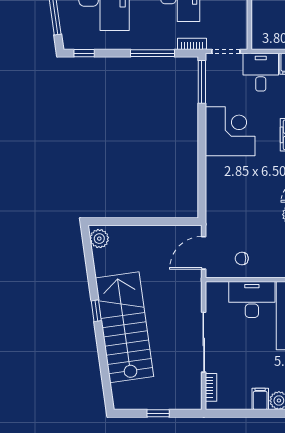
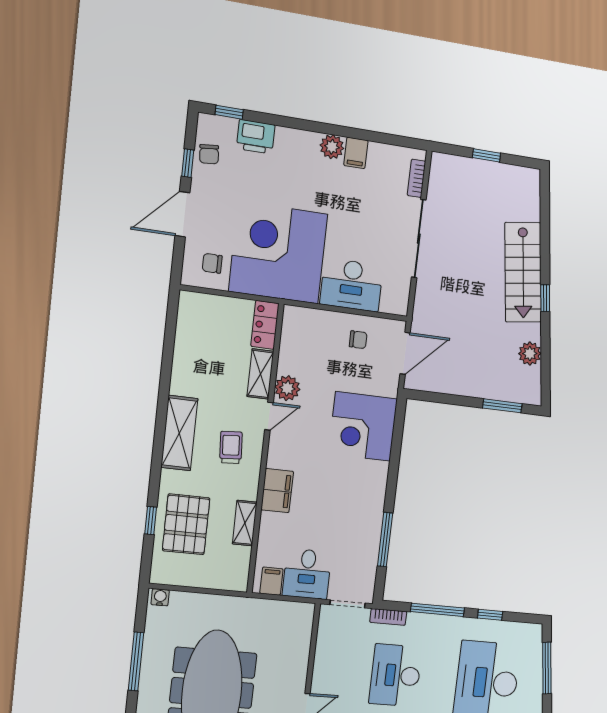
window: (84, 53) -> (490, 615), moved
window: (202, 82) -> (385, 539), moved
corner desk: (230, 131) -> (363, 426), moved
window: (120, 222) -> (502, 406), added
plant: (99, 239) -> (530, 354), moved
stairs: (124, 327) -> (523, 272), width x0.73, depth x0.66

